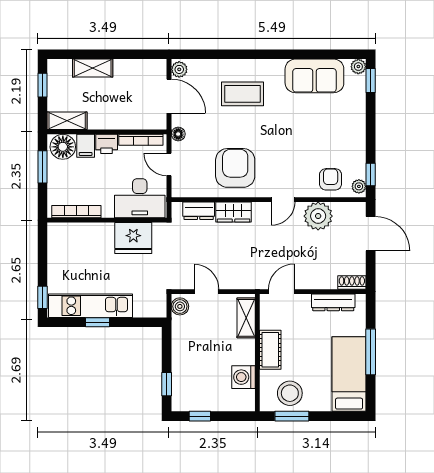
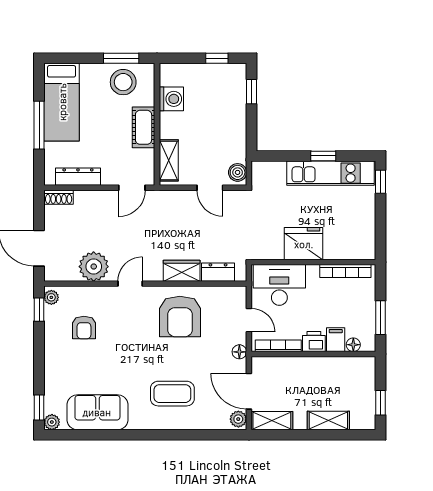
shelving: (67, 121) -> (272, 421), moved
floor lamp: (63, 147) -> (353, 345), width x0.53, depth x0.53
armchair: (331, 179) -> (84, 328), moved
fridge: (133, 238) -> (304, 244), moved

